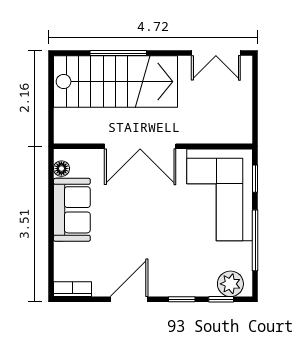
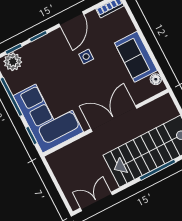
side table: (135, 243) -> (86, 57), added

